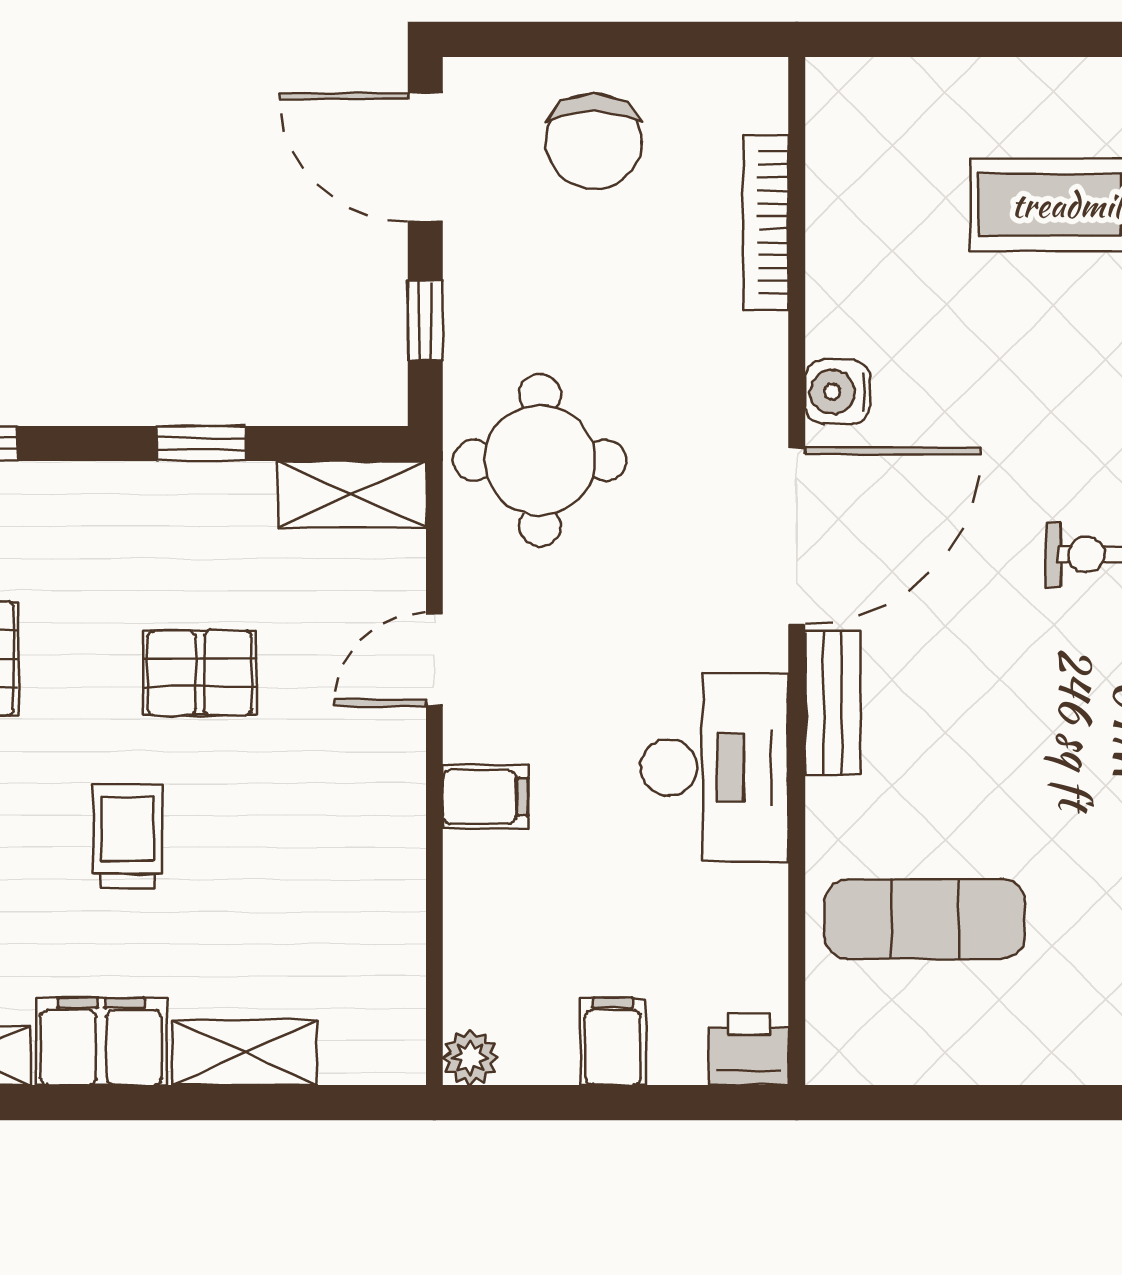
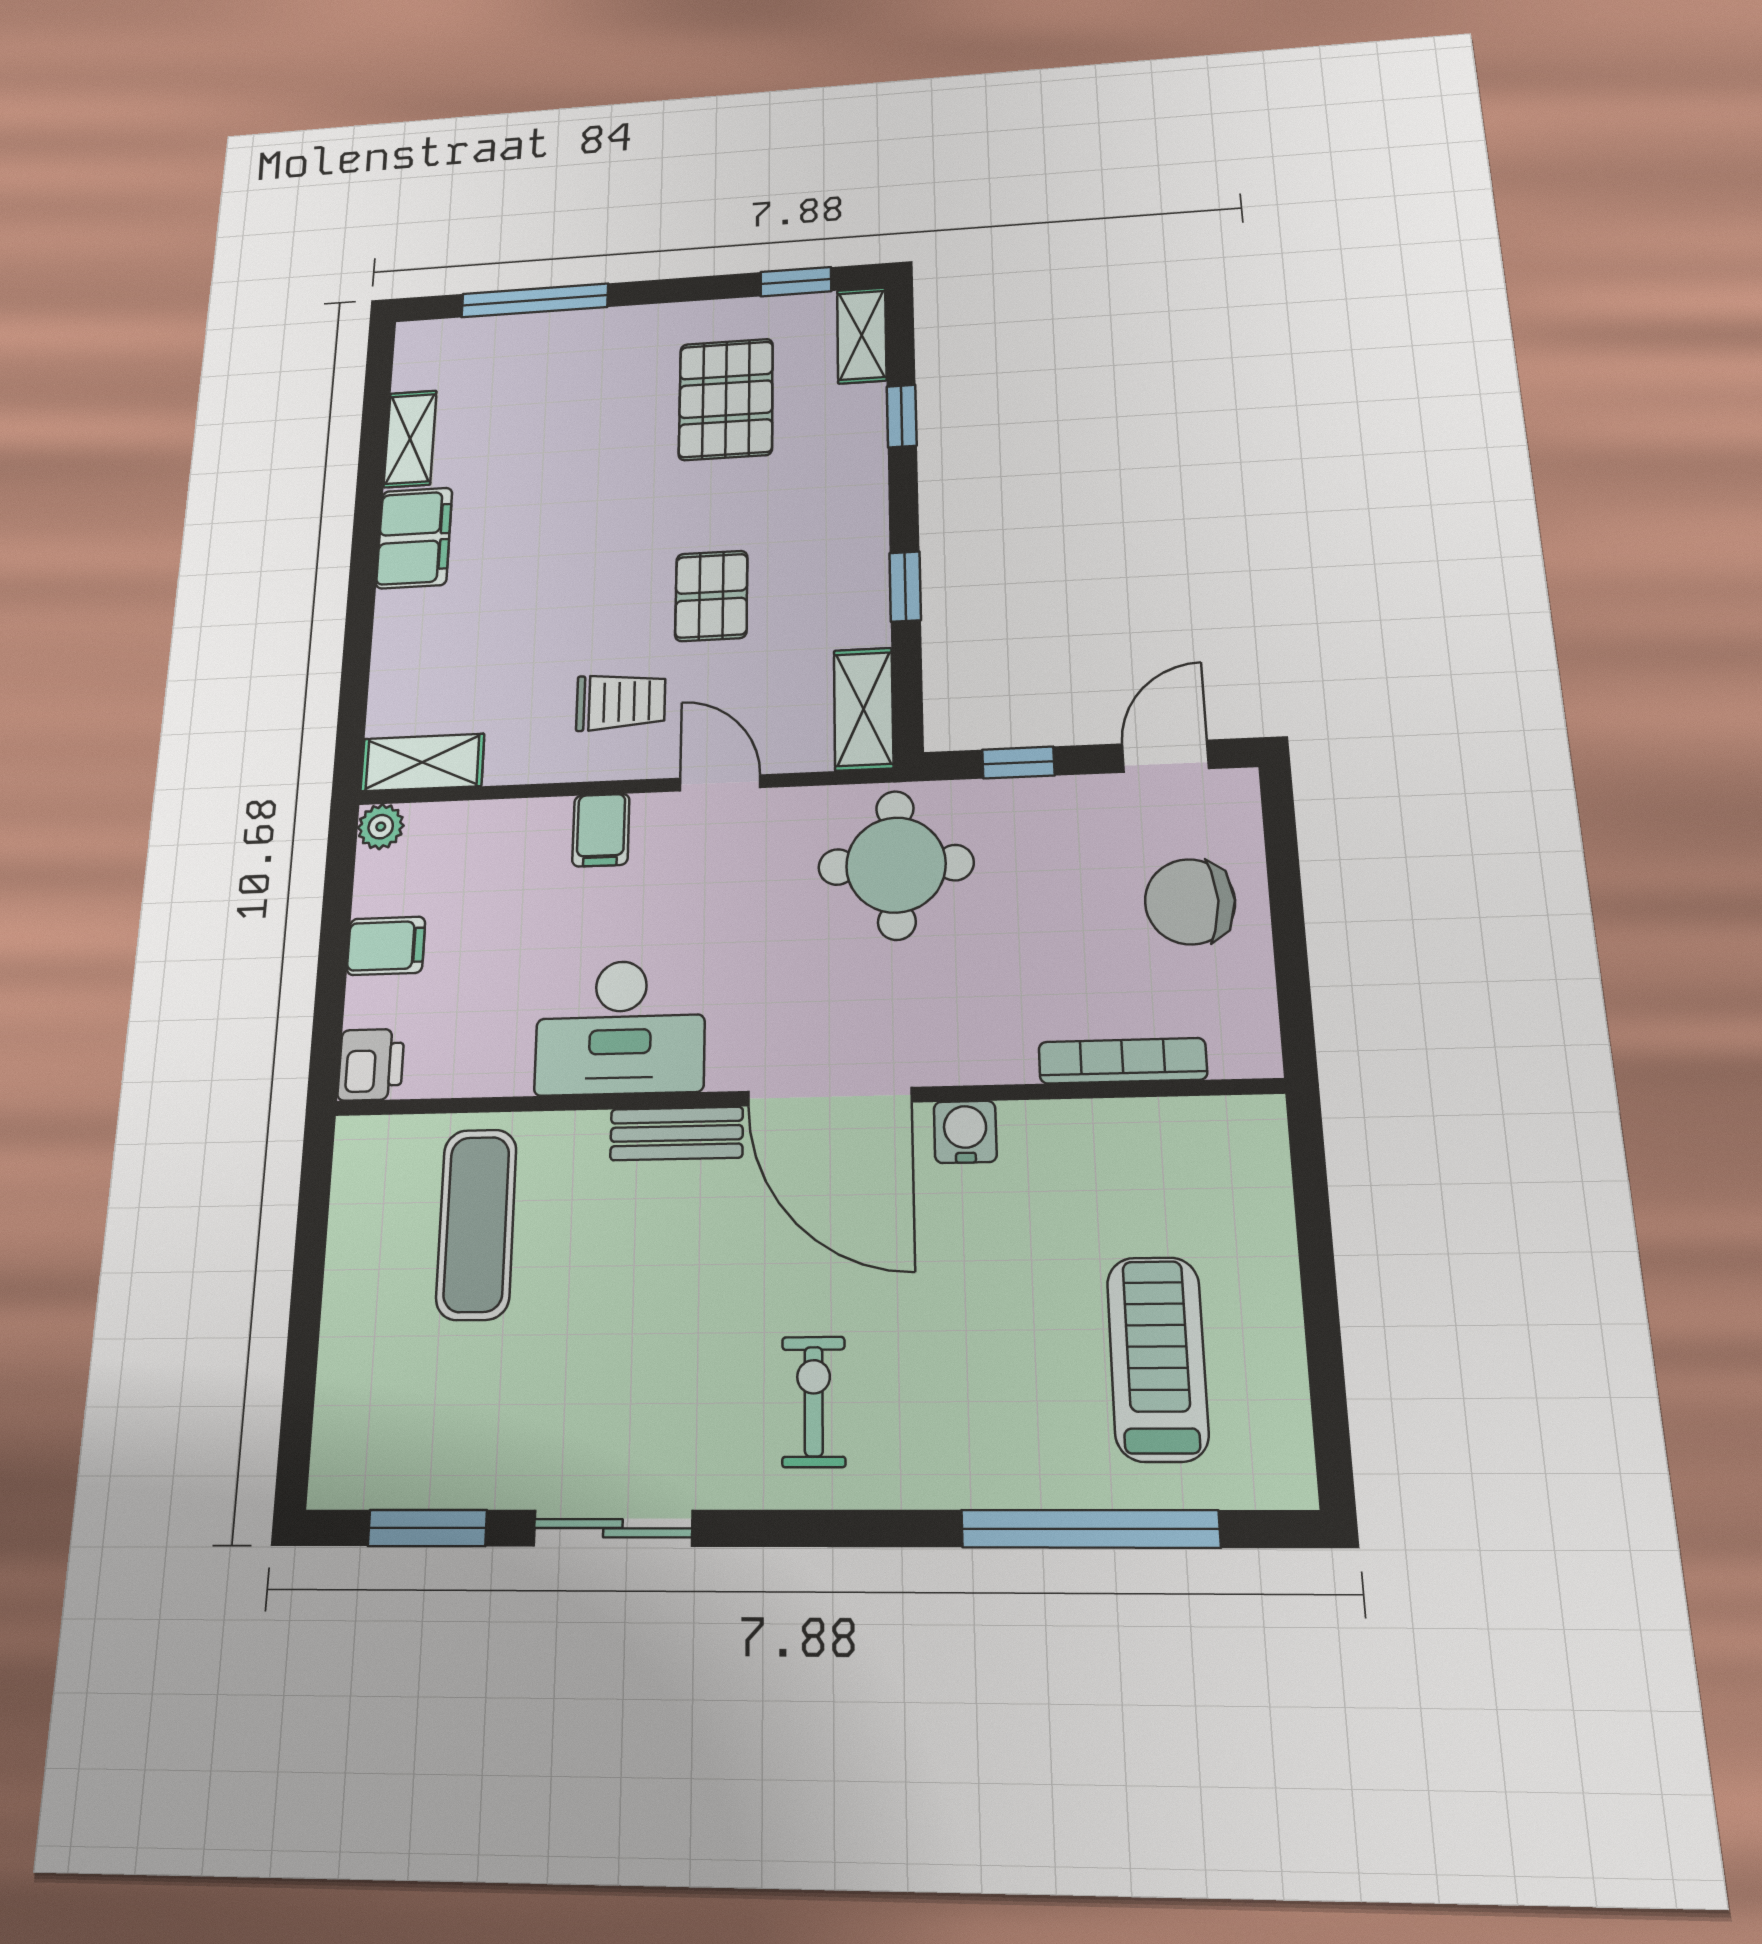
door: (425, 157) -> (1165, 756), width x0.73
trolley: (128, 836) -> (621, 702), moved
shelving: (245, 1053) -> (422, 762), moved, turned 90

